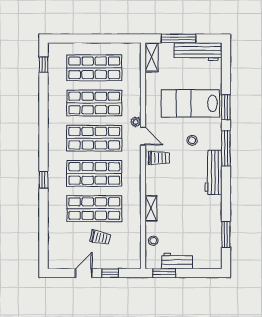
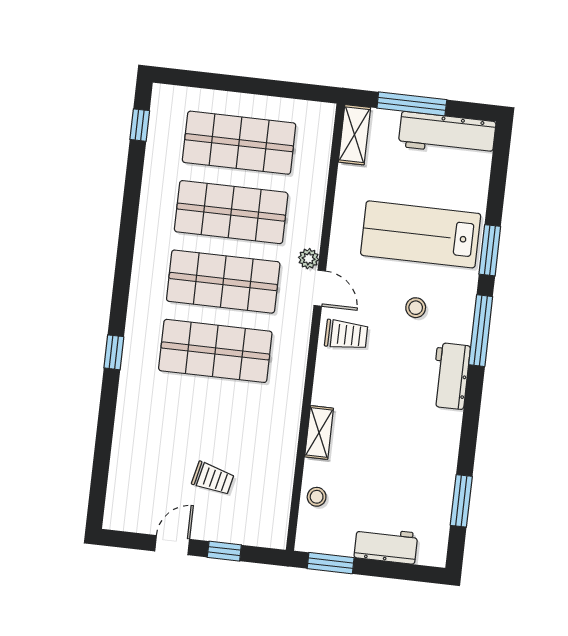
workbench: (213, 173) -> (451, 376), width x0.73
shop shelf: (94, 209) -> (207, 420), removed
workbench: (177, 261) -> (386, 545), moved

